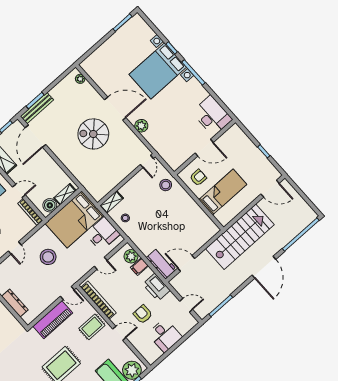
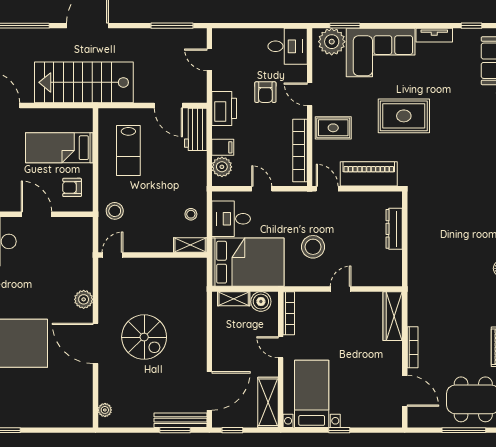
lab bench: (186, 222) -> (128, 150), added
desk: (165, 335) -> (288, 46), moved, turned 90

